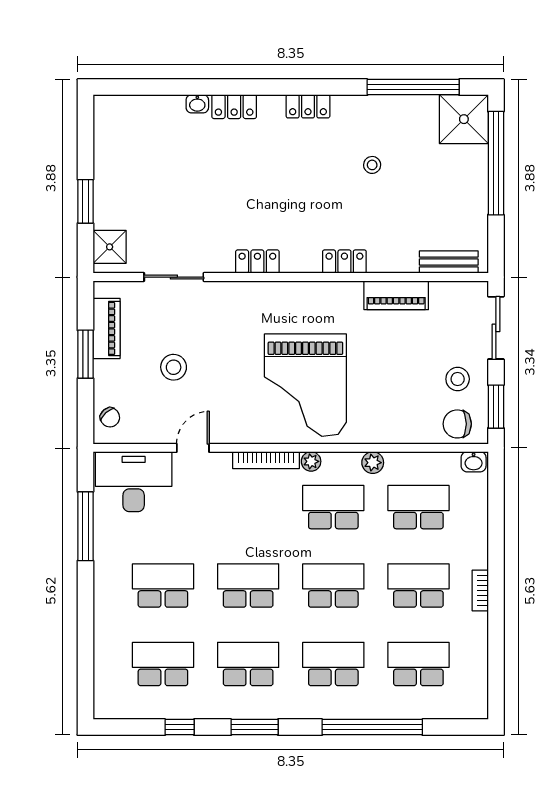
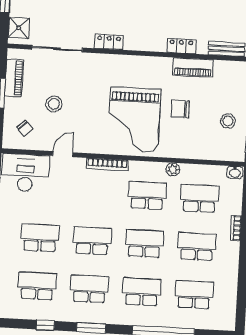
locker: (344, 262) -> (181, 46), moved
sliding door: (174, 277) -> (57, 49), width x1.37
chair: (110, 417) -> (25, 128), moved
chair: (457, 424) -> (180, 109), moved
plant: (311, 461) -> (135, 167), removed
bookcase: (480, 590) -> (236, 228), moved

